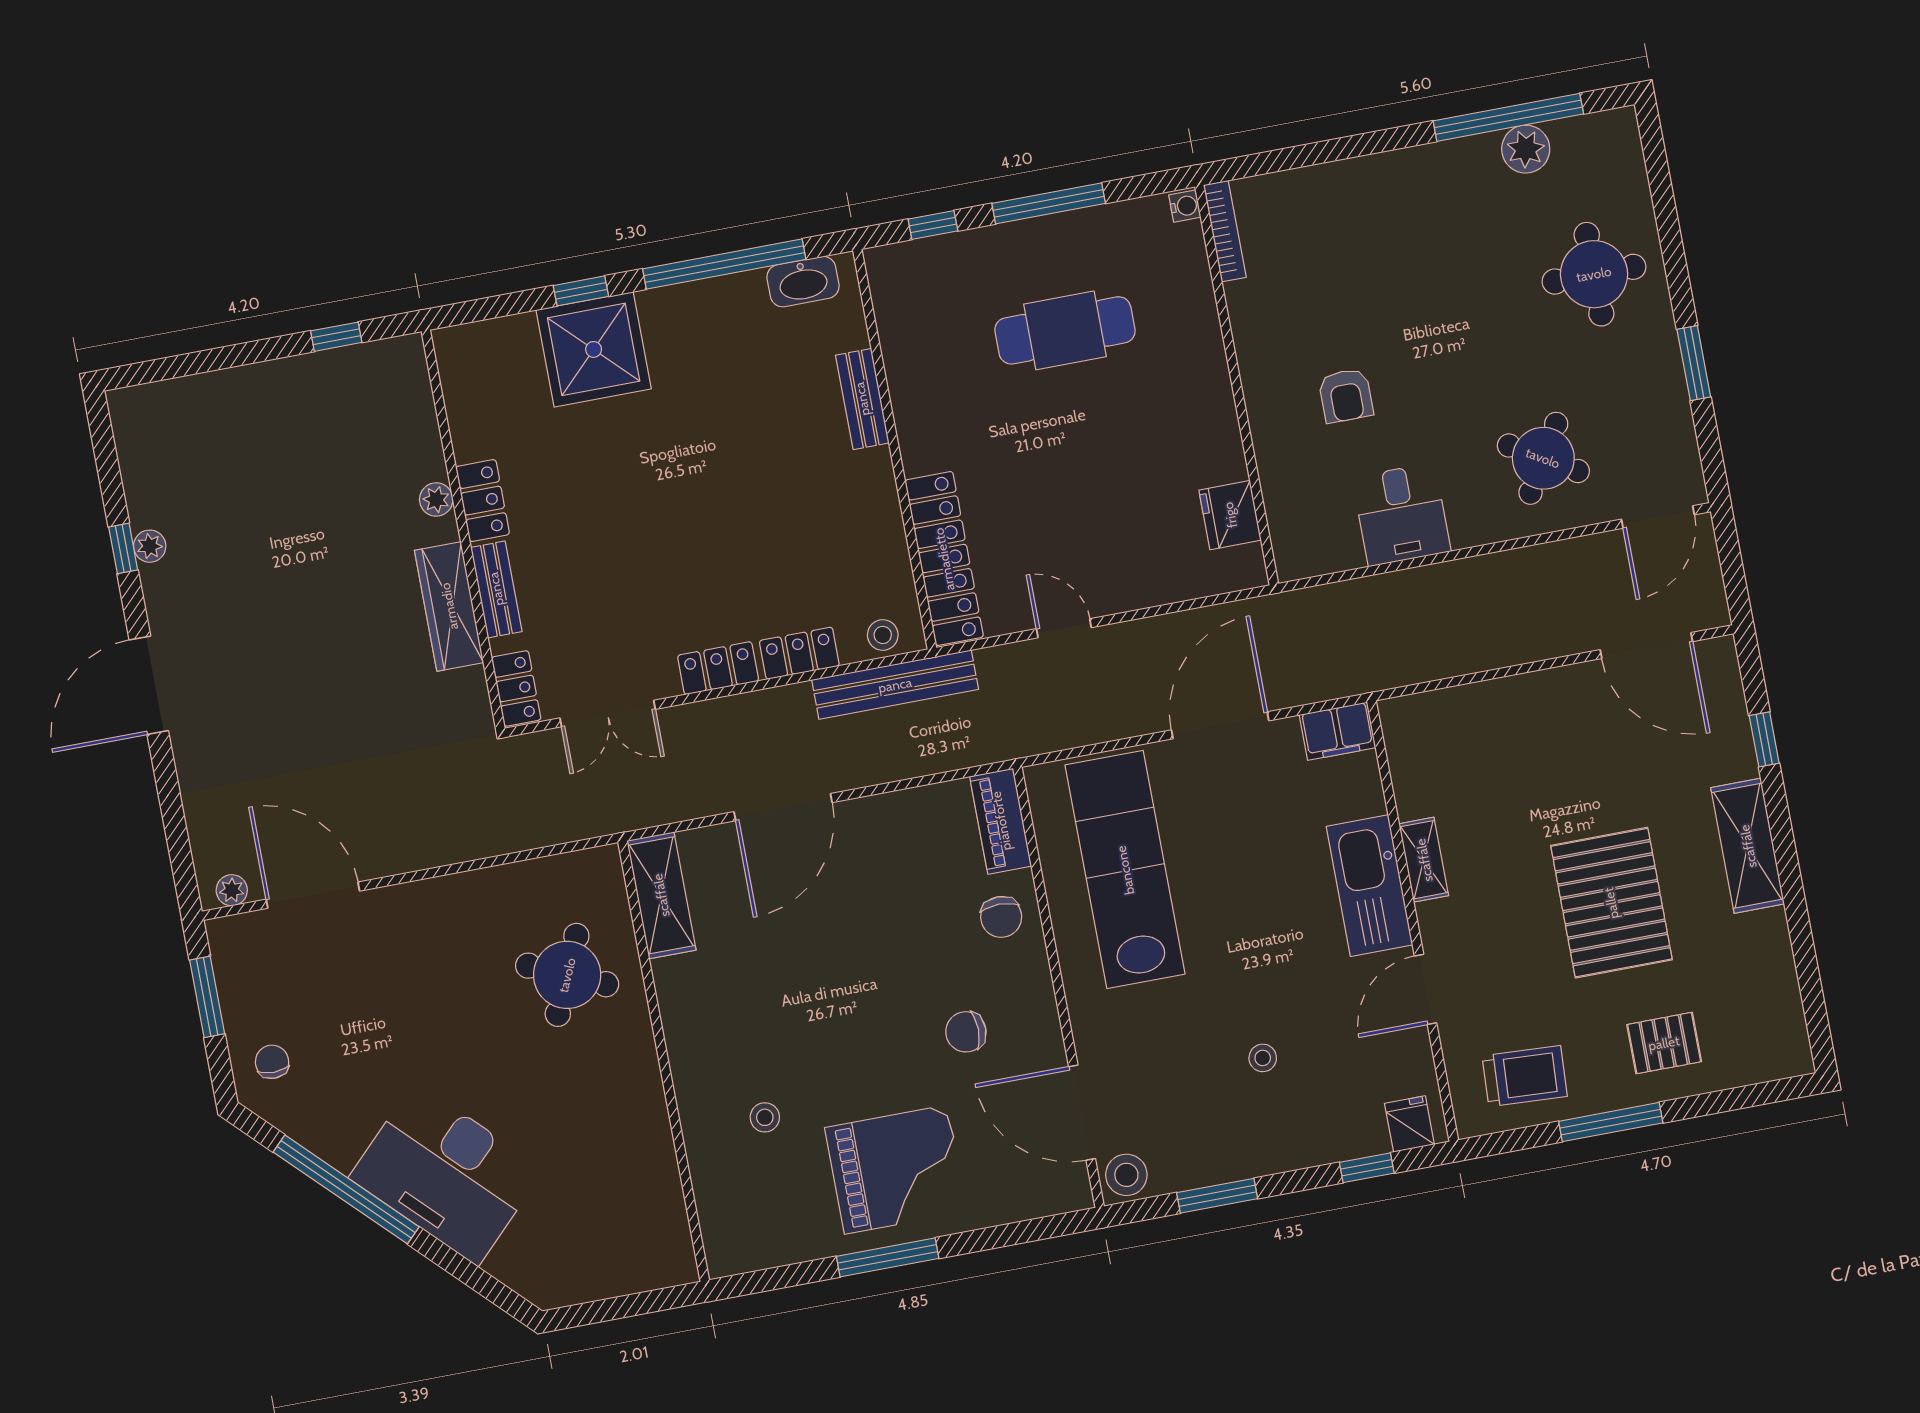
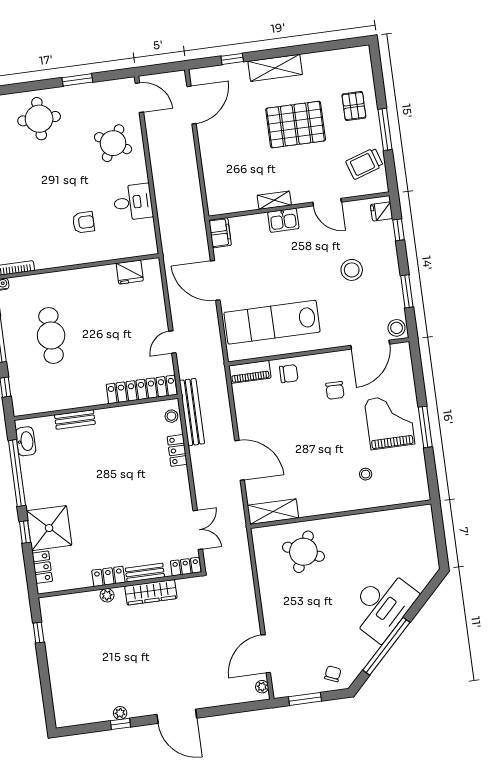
locker: (718, 668) -> (42, 567), moved, turned 180
kitchen sink: (1370, 886) -> (283, 220), width x0.53, depth x0.81
stool: (1263, 1058) -> (352, 270), width x1.89, depth x1.89
chair: (272, 1062) -> (333, 674), turned 113
trolley: (1525, 1076) -> (364, 163), turned -111

